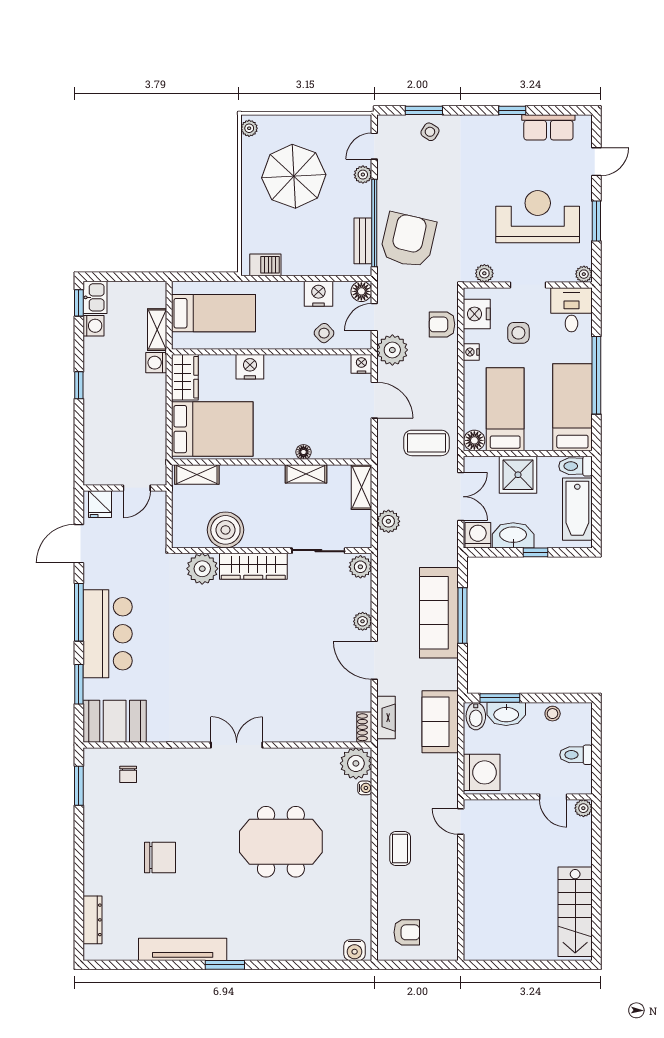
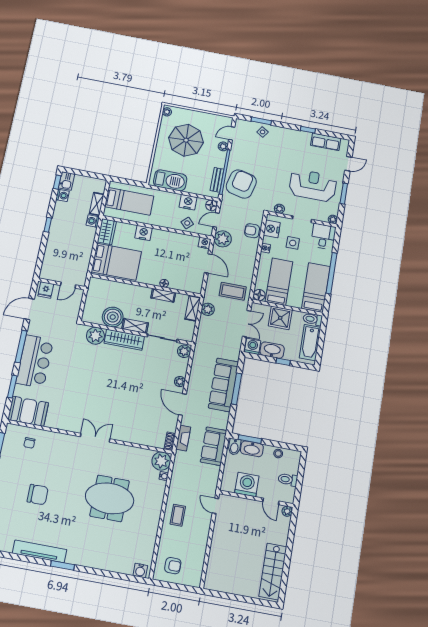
barbecue: (265, 265) -> (170, 180), width x1.88, depth x1.53
shelving: (197, 475) -> (135, 326), moved
plant: (388, 521) -> (208, 309), moved
washing machine: (482, 772) -> (247, 484), moved, turned -90

